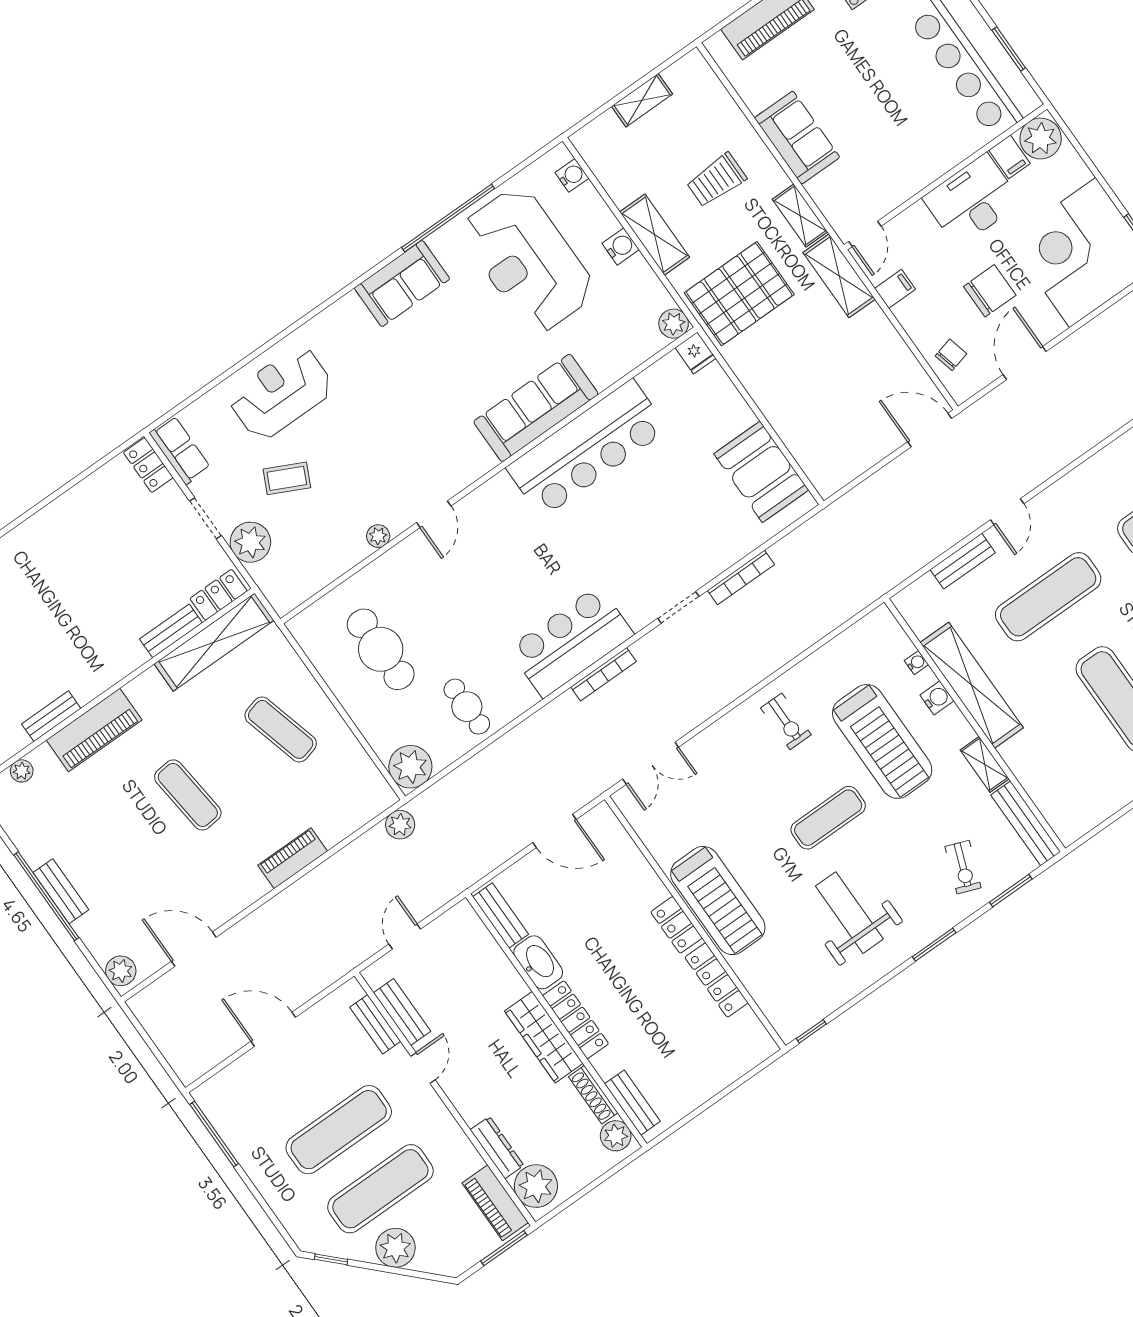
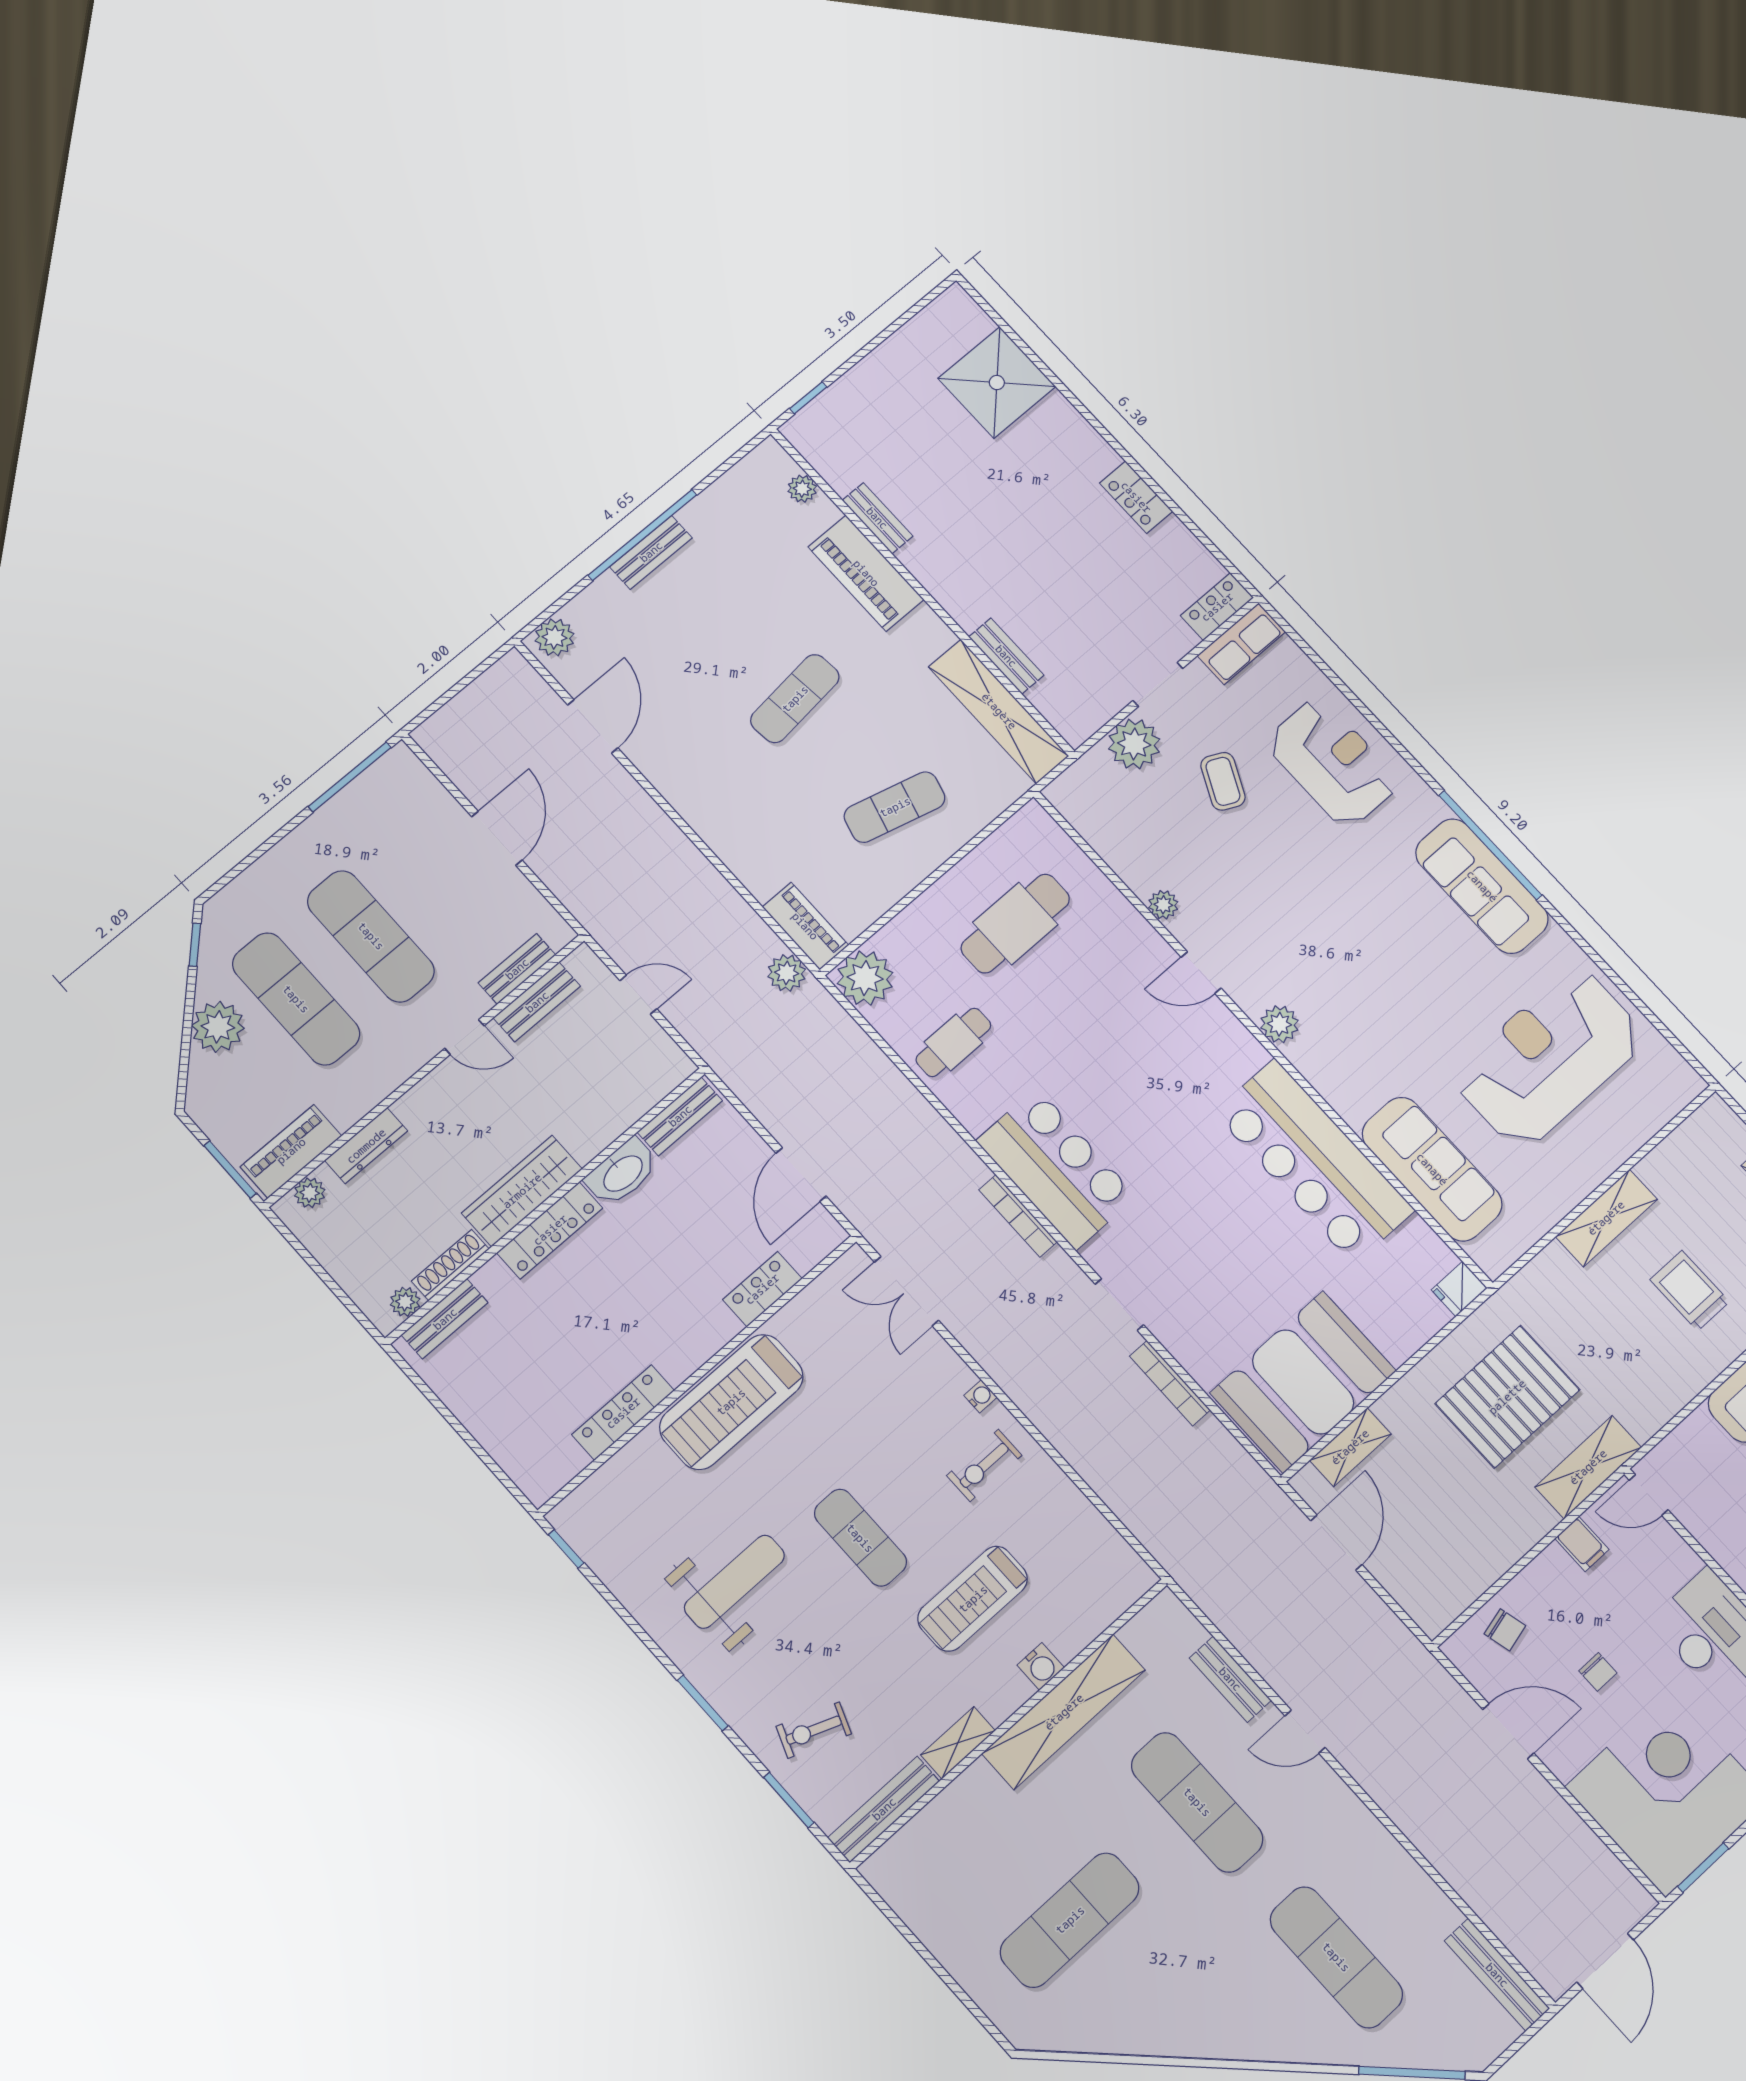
water cooler: (572, 175) -> (1667, 1102), removed
shelving: (800, 216) -> (1350, 1447), moved
window: (448, 218) -> (1490, 845), moved
water cooler: (621, 246) -> (1584, 1176), removed
sofa: (402, 283) -> (1482, 886), width x1.36
chair: (990, 291) -> (1598, 1672), width x0.54, depth x0.54
pallet: (739, 294) -> (1507, 1397), moved, turned 90
plant: (674, 324) -> (1279, 1024), moved
sofa: (536, 408) -> (1432, 1169), moved
door: (930, 430) -> (1336, 1543), moved
booth: (761, 472) -> (1303, 1382), width x1.36, depth x1.42
locker: (218, 595) -> (1136, 497), moved, turned 180
water cooler: (916, 663) -> (981, 1396), moved, turned -90
exercise mat: (281, 729) -> (895, 807), turned 30
treadmill: (882, 741) -> (973, 1599), width x0.73, depth x0.73
piano: (293, 858) -> (805, 926), moved
locker: (676, 925) -> (762, 1289), moved
plant: (616, 1136) -> (405, 1302), width x0.73, depth x0.73
plant: (536, 1186) -> (310, 1193), width x0.53, depth x0.53

